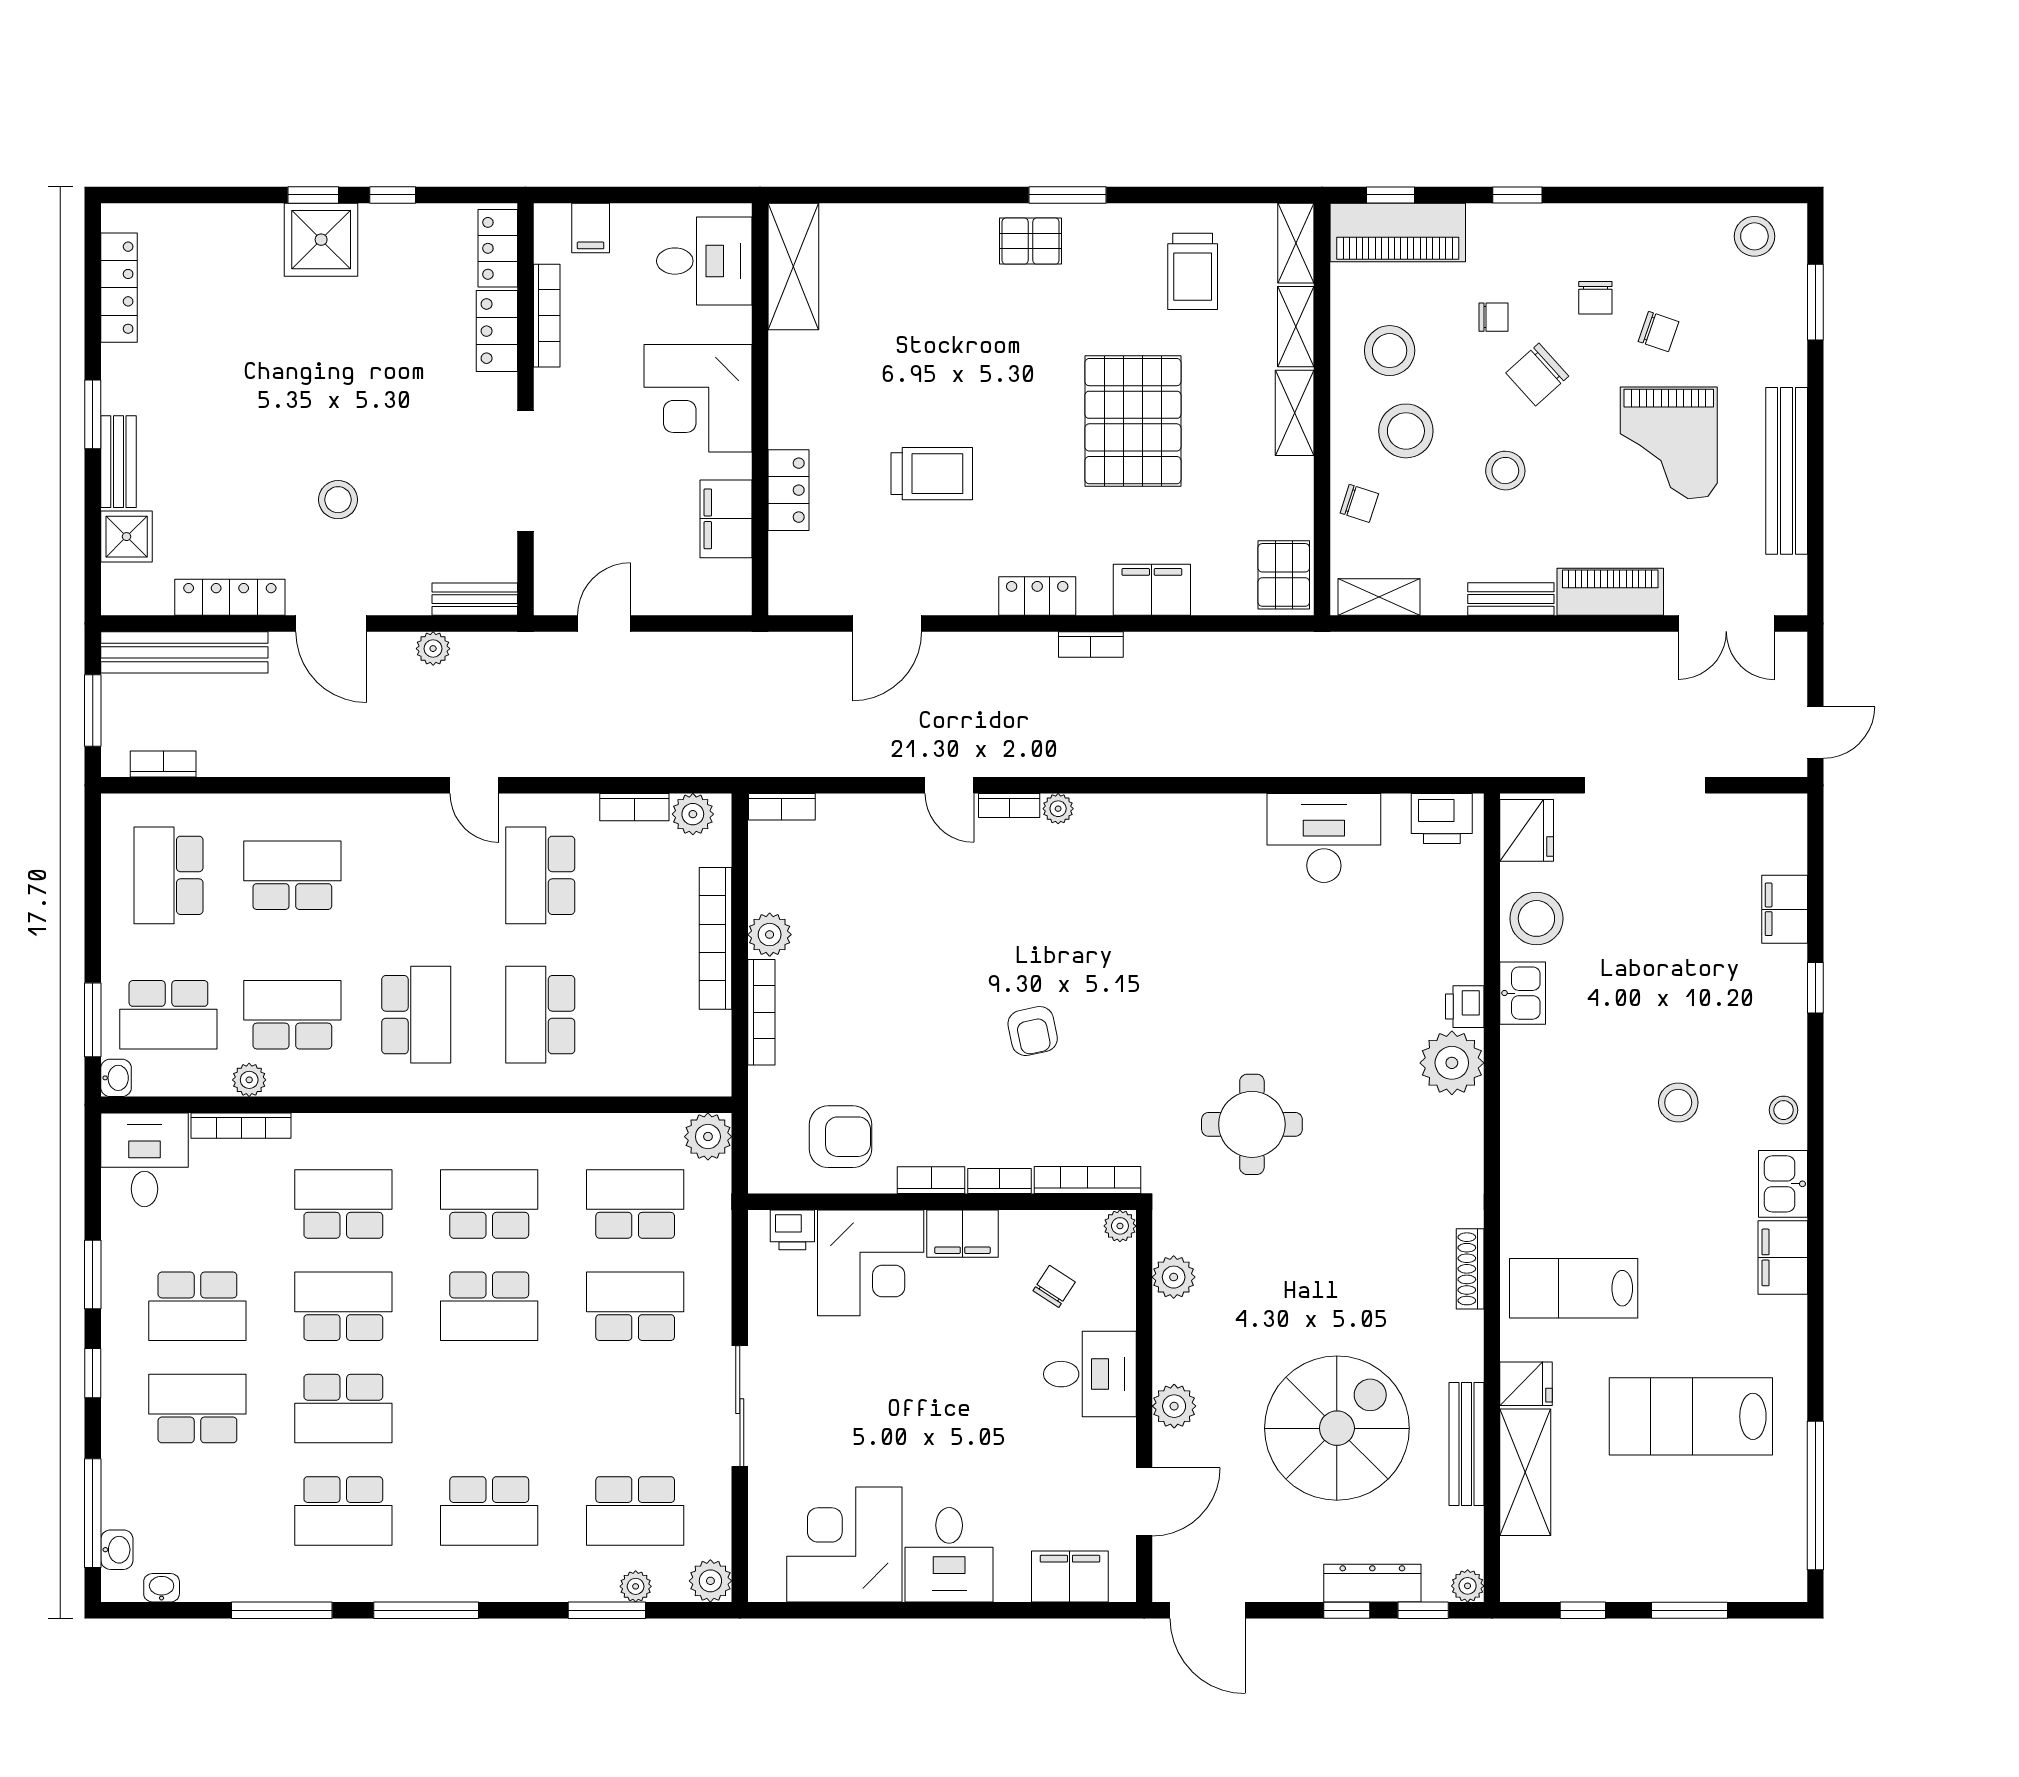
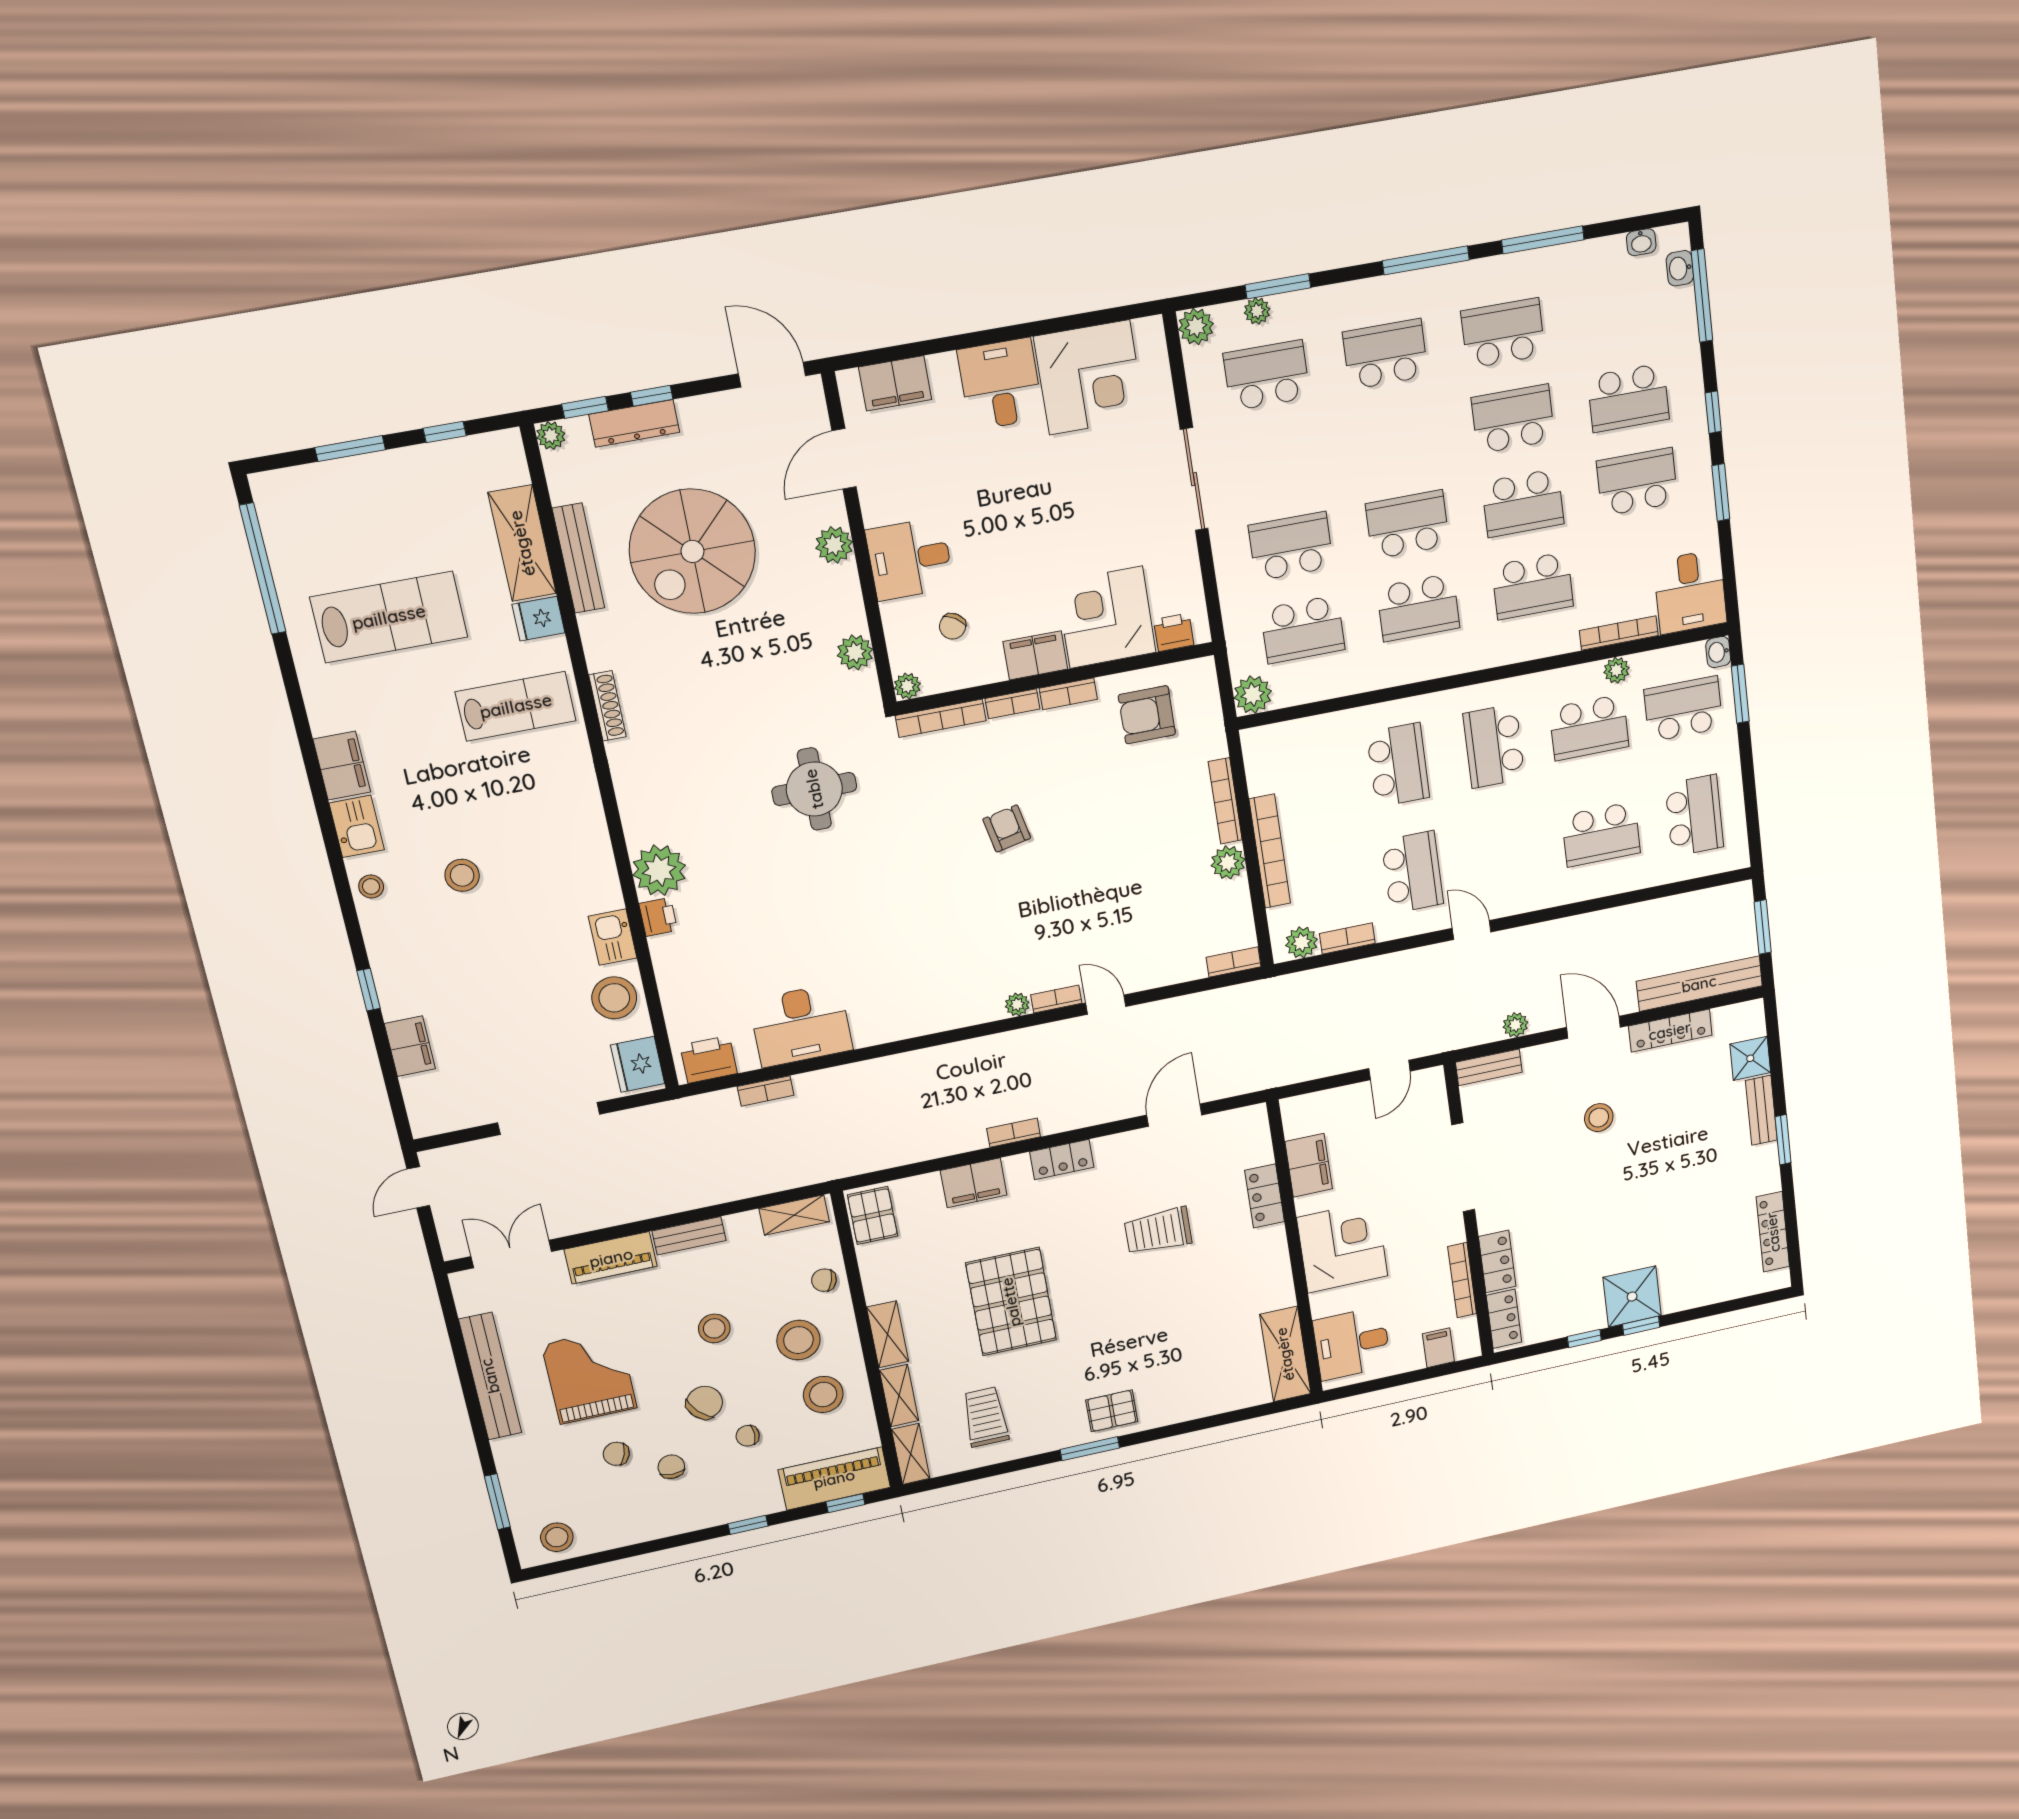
bookcase: (163, 764) -> (766, 1091), moved
school desk: (635, 1306) -> (1291, 546), turned 180

